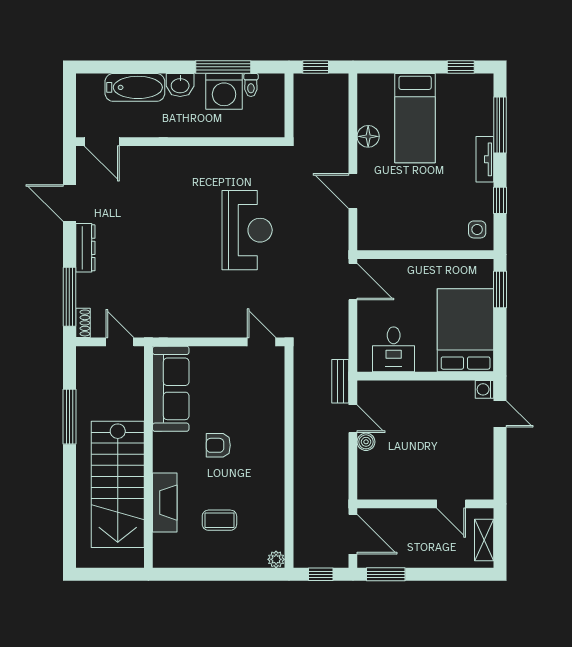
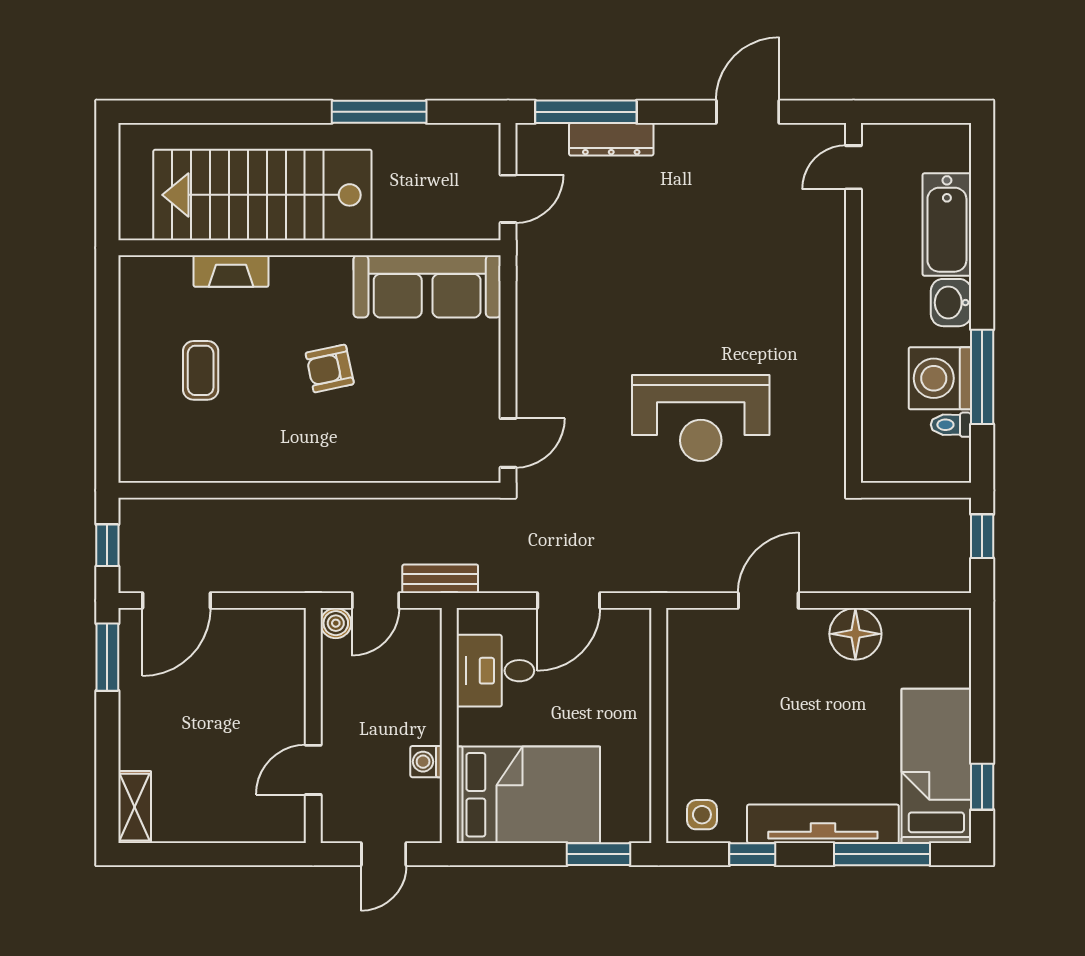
bed: (415, 118) -> (936, 766), moved, turned 90
floor lamp: (368, 136) -> (855, 634), width x1.38, depth x1.38
door: (102, 142) -> (854, 167), width x0.73
tv unit: (485, 159) -> (823, 824), width x1.92, depth x1.29
dresser: (85, 248) -> (611, 139), moved
door: (353, 282) -> (569, 601), moved
shoe rack: (83, 323) -> (541, 135), removed
washing machine: (484, 389) -> (426, 762), moved, turned -90
armchair: (218, 445) -> (330, 368), turned -102
fireplace: (165, 503) -> (231, 271), width x0.73, depth x0.76
wall: (425, 504) -> (313, 726), moved
door: (451, 504) -> (313, 770), moved
shelving: (484, 540) -> (135, 807), moved, turned 90
plant: (276, 559) -> (133, 468), removed

